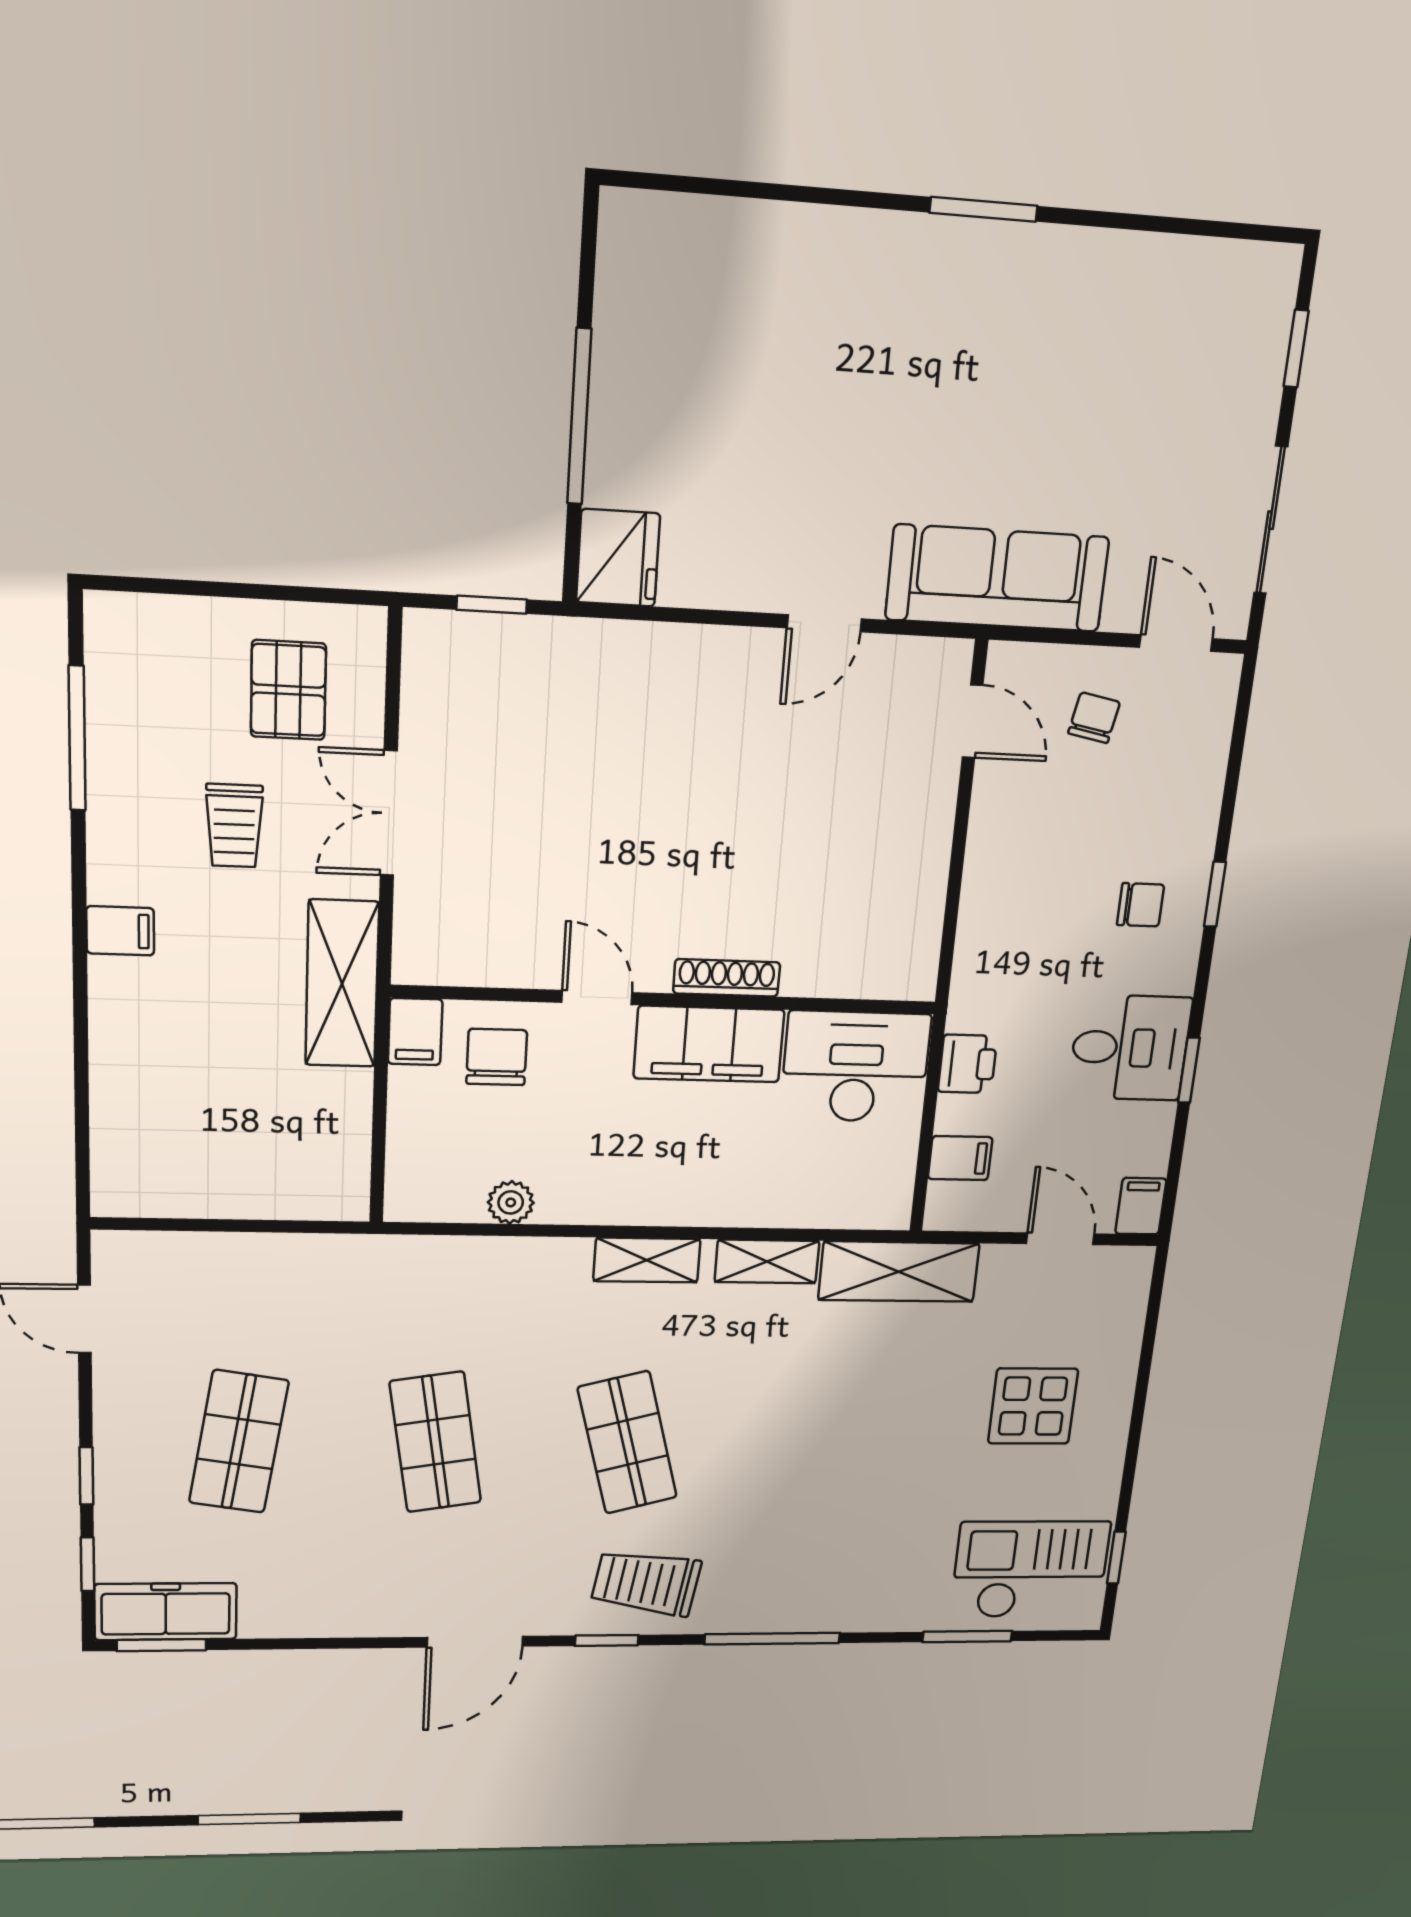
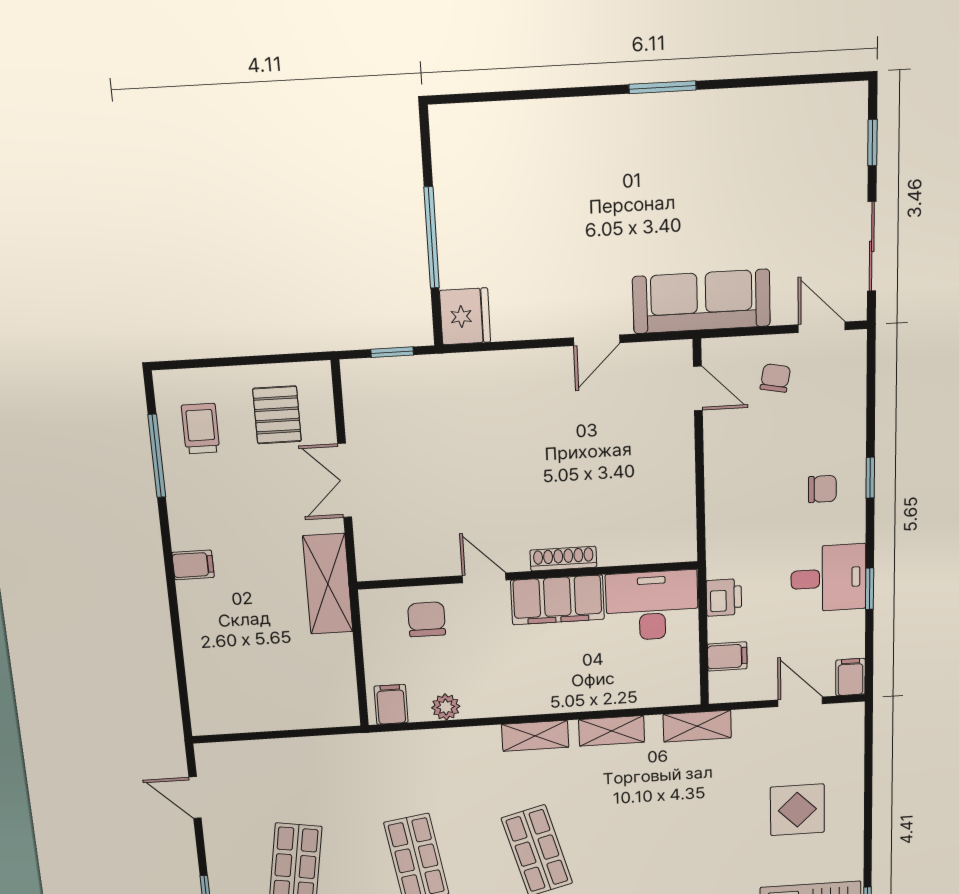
trolley: (234, 826) -> (201, 429), moved, turned 180
filing cabinet: (415, 1032) -> (391, 704), moved, turned 180
shelving: (899, 1272) -> (697, 726), width x0.67, depth x0.75

